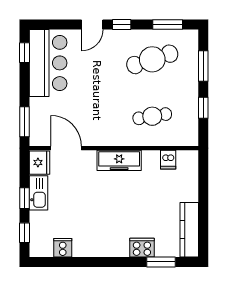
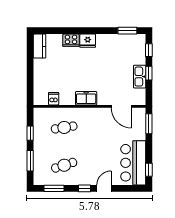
cafe table: (152, 59) -> (64, 165), width x0.73, depth x0.74
freezer: (119, 160) -> (86, 98), width x0.71
fridge: (40, 163) -> (88, 41), moved, turned -90
kitchen counter: (189, 230) -> (40, 46), width x0.67
cooker: (63, 248) -> (124, 40), removed
window: (161, 262) -> (127, 31), moved

